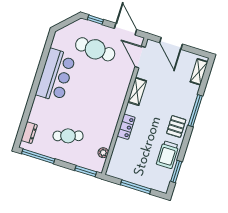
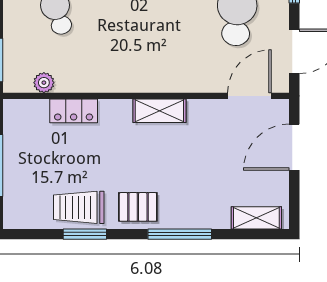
shelving: (137, 91) -> (159, 111), moved
locker: (126, 127) -> (74, 111), moved
window: (176, 172) -> (85, 234), moved

